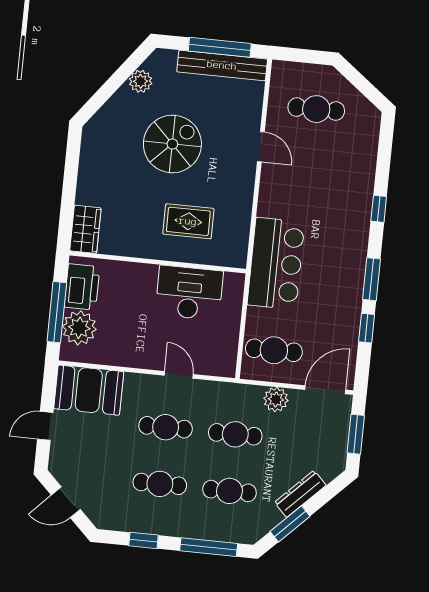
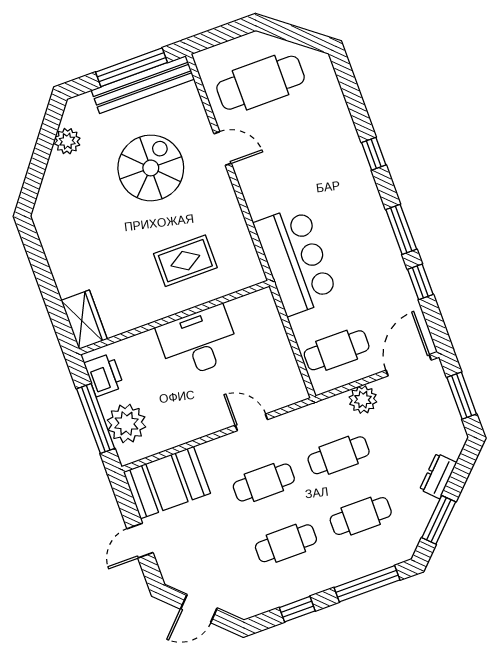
cafe table: (316, 109) -> (261, 83), width x1.37, depth x1.35
spiral stairs: (172, 144) -> (151, 168), moved
printer: (82, 287) -> (104, 375), width x0.73, depth x0.84
desk: (189, 293) -> (198, 342), moved
dresser: (300, 494) -> (438, 476), width x0.70

